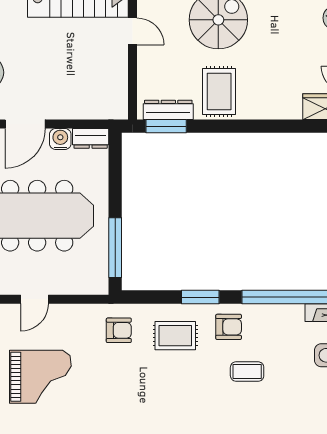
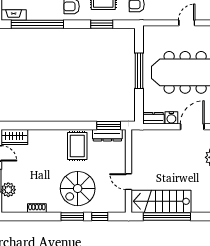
window: (115, 248) -> (139, 71), moved
window: (200, 297) -> (102, 24), moved

